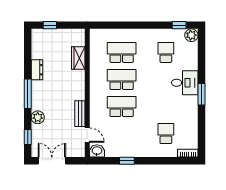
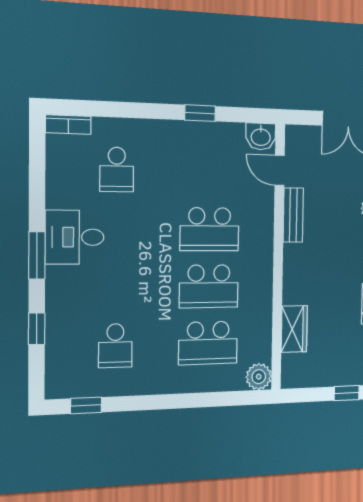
plant: (191, 35) -> (259, 377), moved
window: (201, 61) -> (37, 329), added
desk: (185, 83) -> (75, 237), moved

